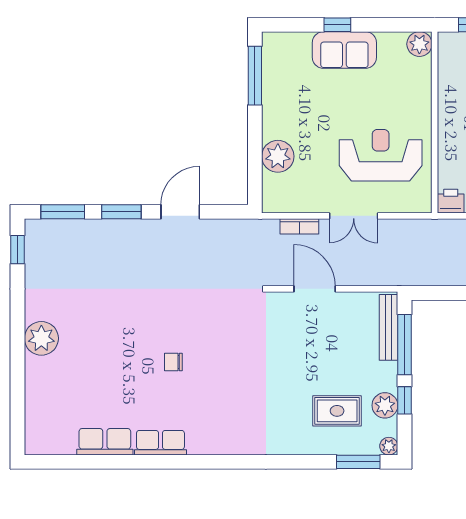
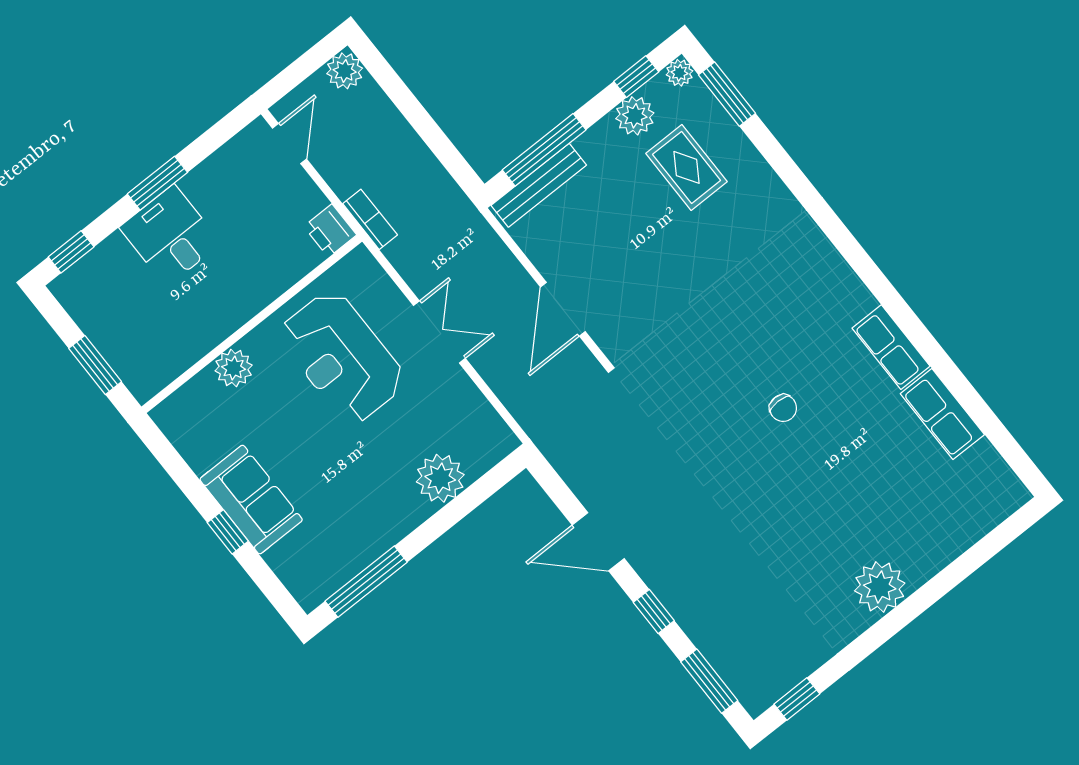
plant: (419, 44) -> (234, 368), moved
window: (121, 212) -> (654, 611), width x0.67
bookcase: (299, 226) -> (370, 219), moved
window: (405, 400) -> (636, 77), moved

